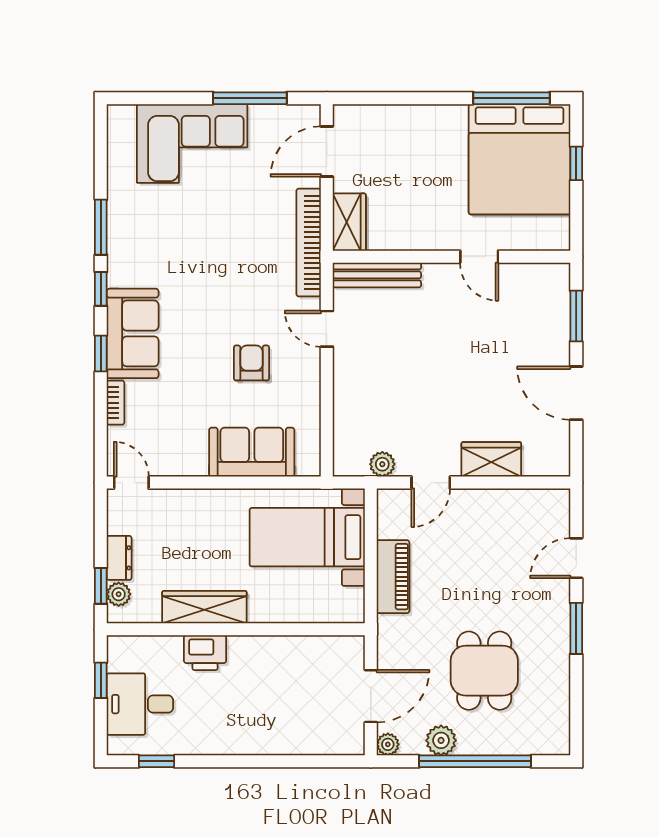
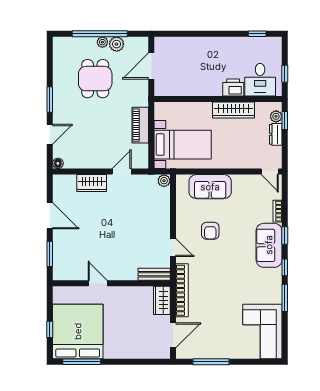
corner sofa: (192, 143) -> (262, 331), moved, turned -90
bench: (377, 275) -> (154, 274), width x0.73
plant: (382, 464) -> (164, 181), moved
floor lamp: (560, 499) -> (58, 163), added
desk: (140, 704) -> (260, 80), moved, turned 90
plant: (388, 744) -> (102, 42), moved

